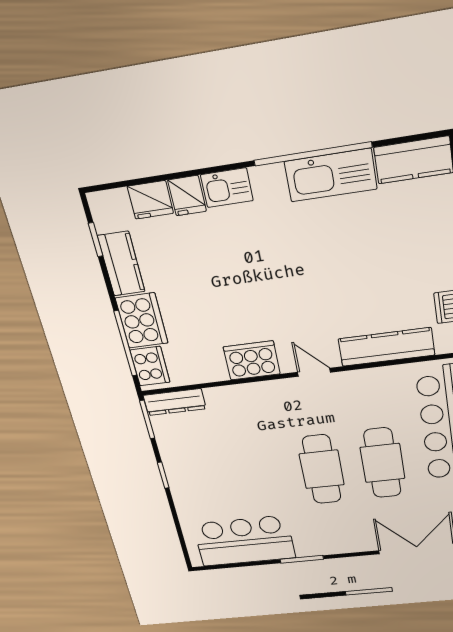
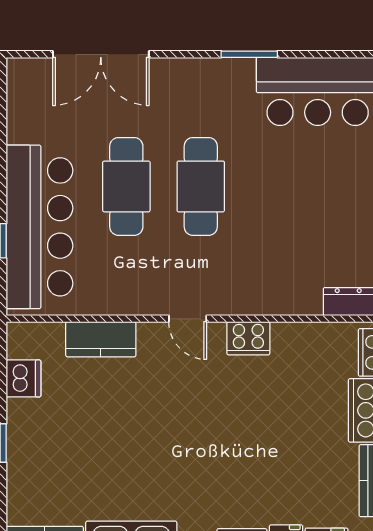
kitchen counter: (386, 347) -> (101, 339), width x0.67
cooker: (252, 360) -> (248, 338), width x0.73, depth x0.76

